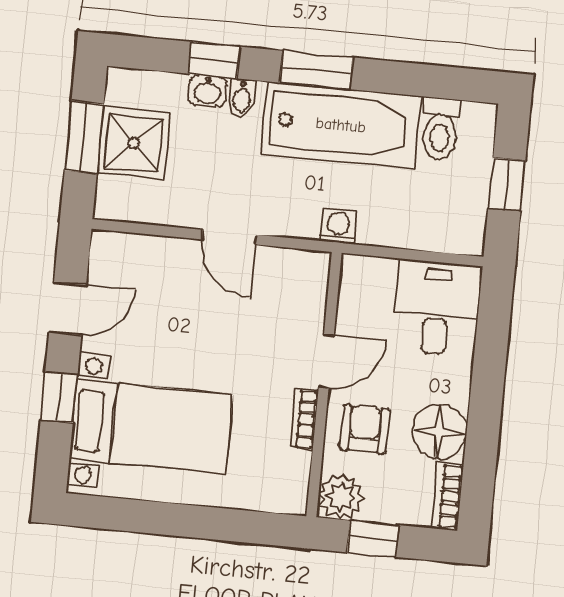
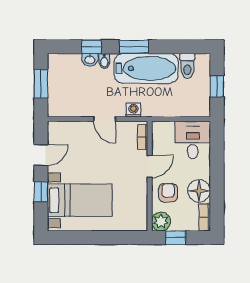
shower: (133, 143) -> (61, 84), removed
washing machine: (339, 226) -> (133, 110), moved
bookcase: (304, 419) -> (143, 137), moved

